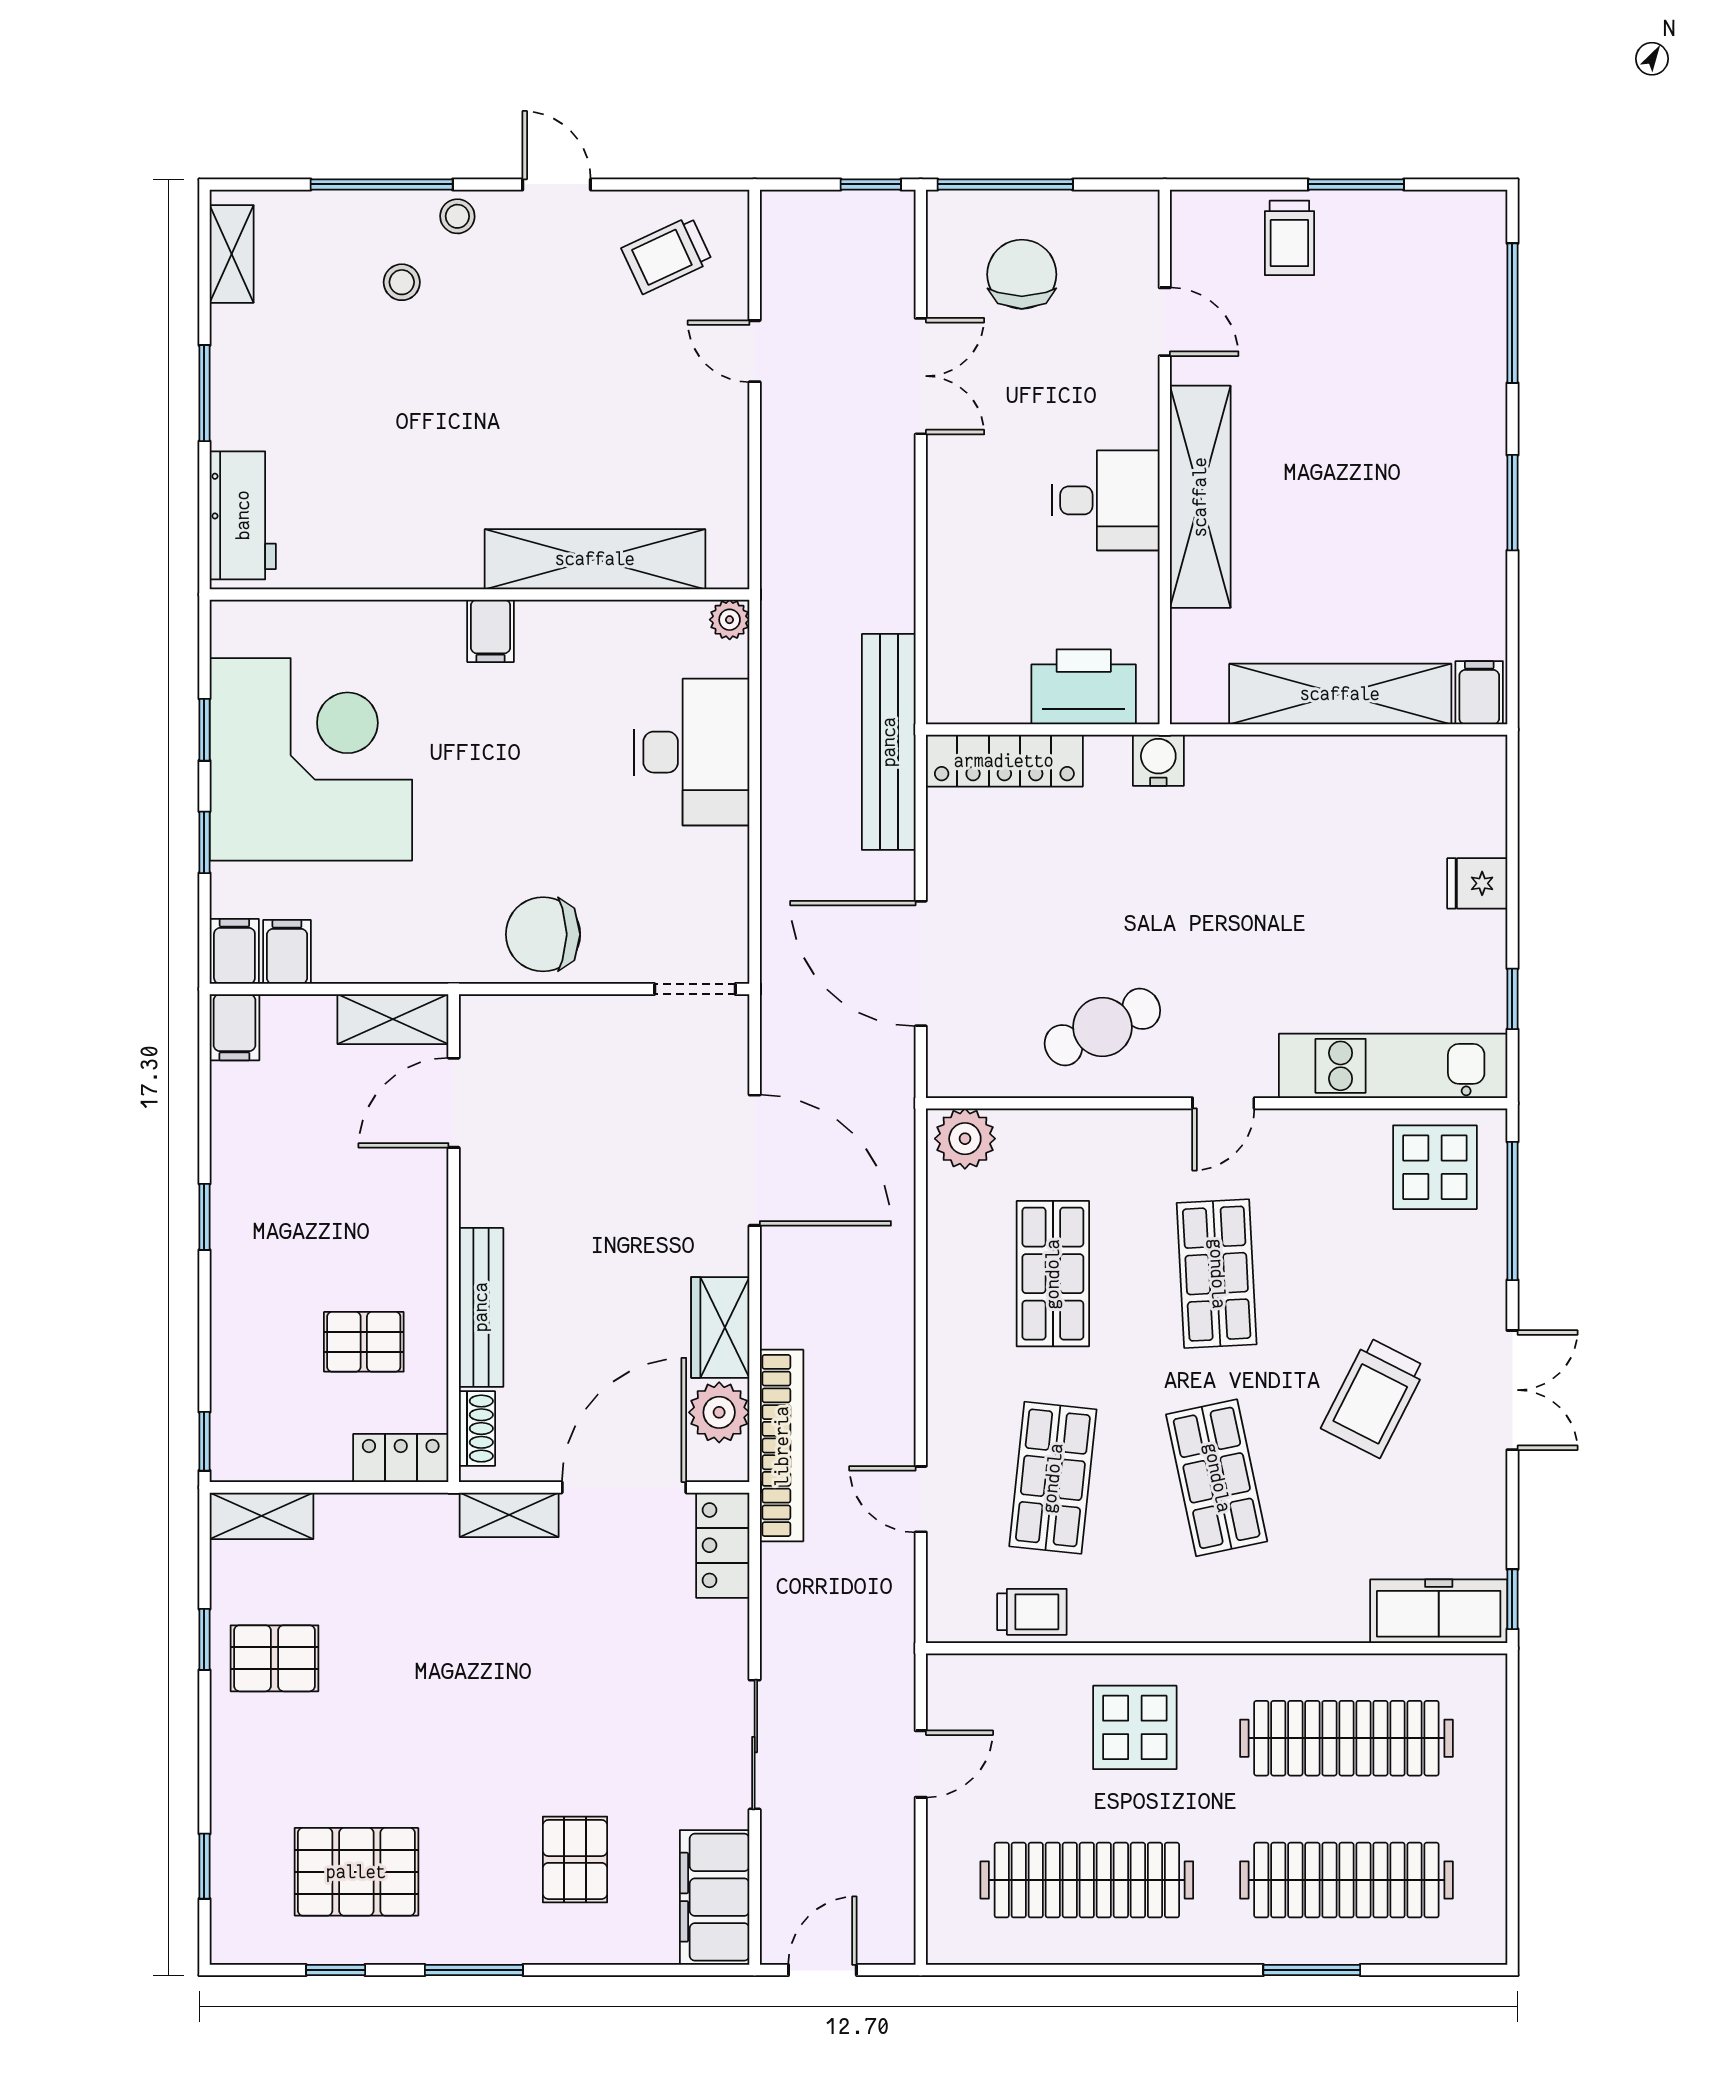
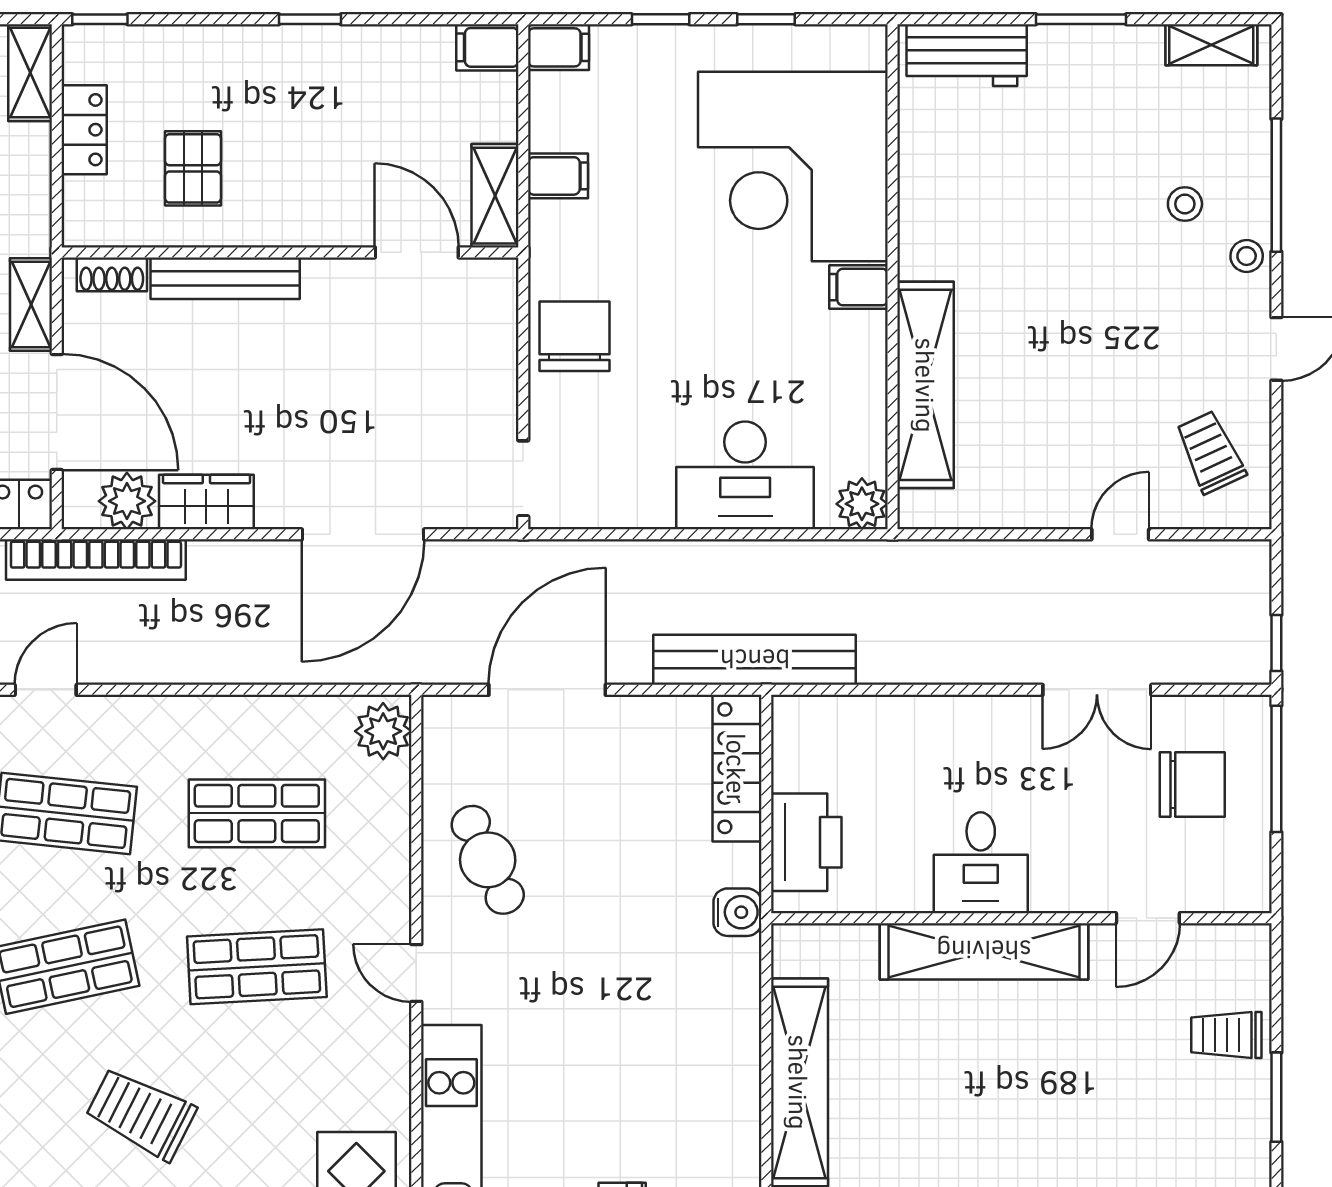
plant: (730, 620) -> (862, 504), width x1.38, depth x1.38
corner desk: (311, 759) -> (793, 166), moved, turned 90
filing cabinet: (287, 952) -> (558, 176), moved
locker: (401, 1458) -> (84, 130), moved

